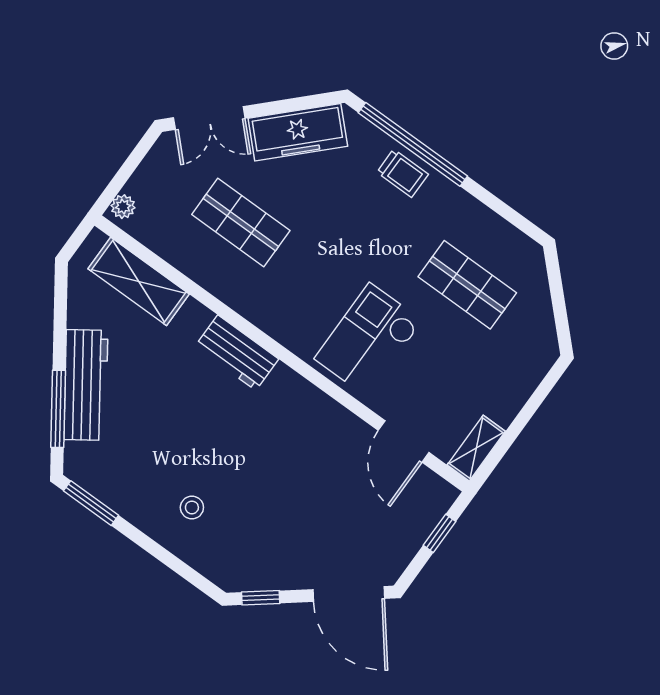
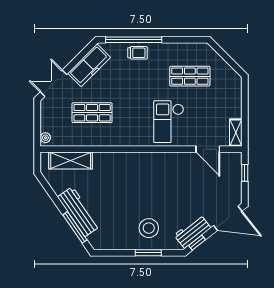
double door: (209, 118) -> (53, 83), swing flipped
workbench: (237, 353) -> (193, 232), moved, turned 142
window: (91, 503) -> (148, 253), moved
stool: (192, 507) -> (149, 228), width x1.89, depth x1.89

